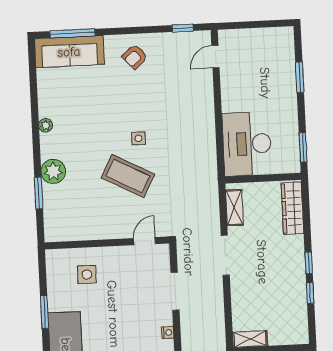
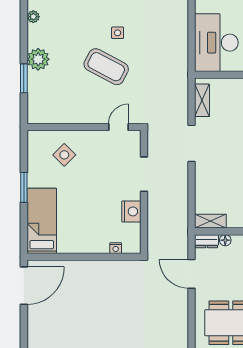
side table: (87, 275) -> (64, 155), turned 45
nightstand: (168, 332) -> (131, 211), width x1.89, depth x1.79

